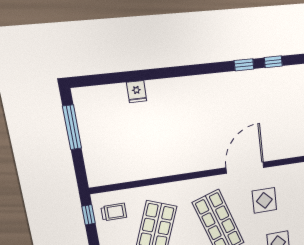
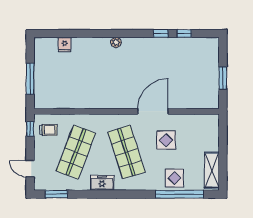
plant: (187, 83) -> (116, 42), added
fridge: (137, 92) -> (65, 45), moved
window: (72, 127) -> (30, 79), moved

